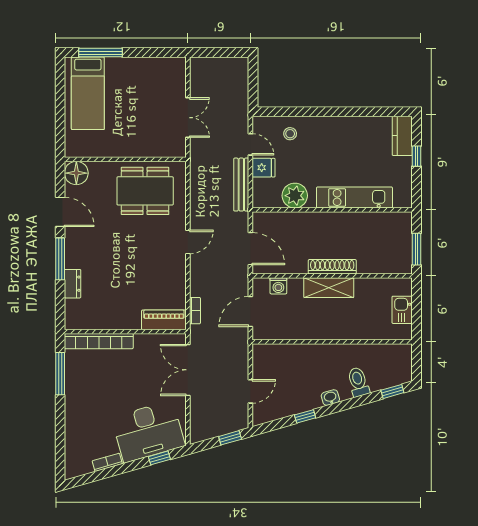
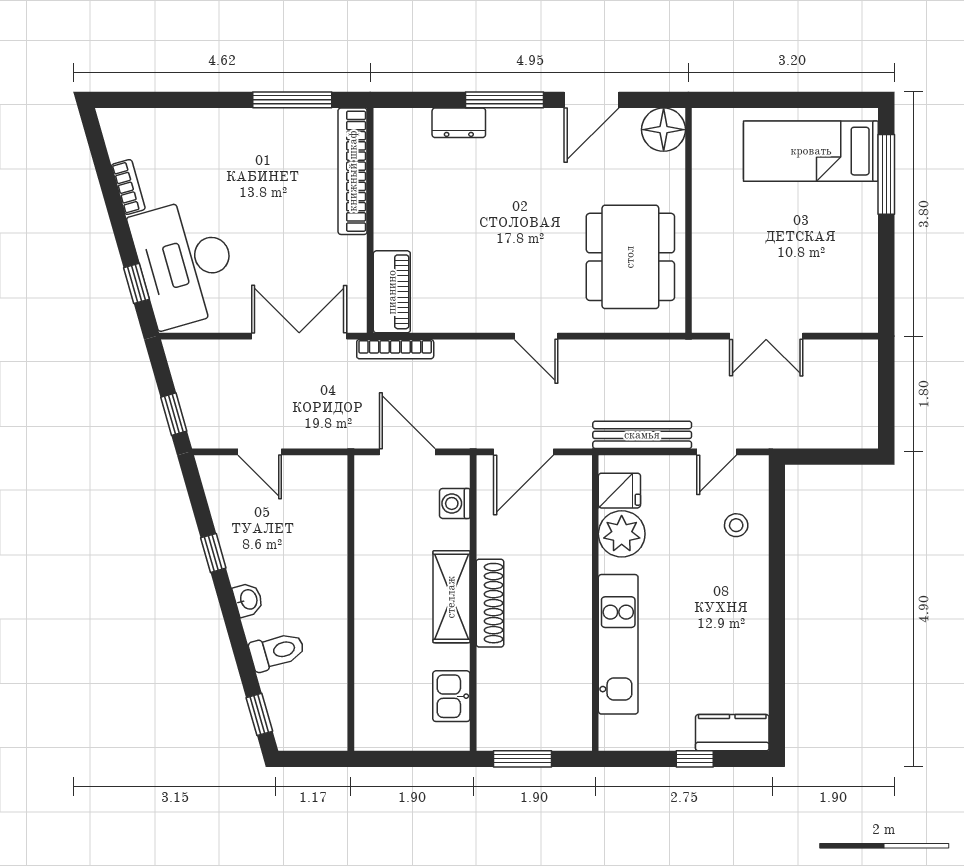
fridge: (264, 168) -> (619, 491), moved, turned -90
kitchen sink: (402, 310) -> (451, 696), moved, turned -90
bookcase: (195, 311) -> (395, 349), width x1.56

